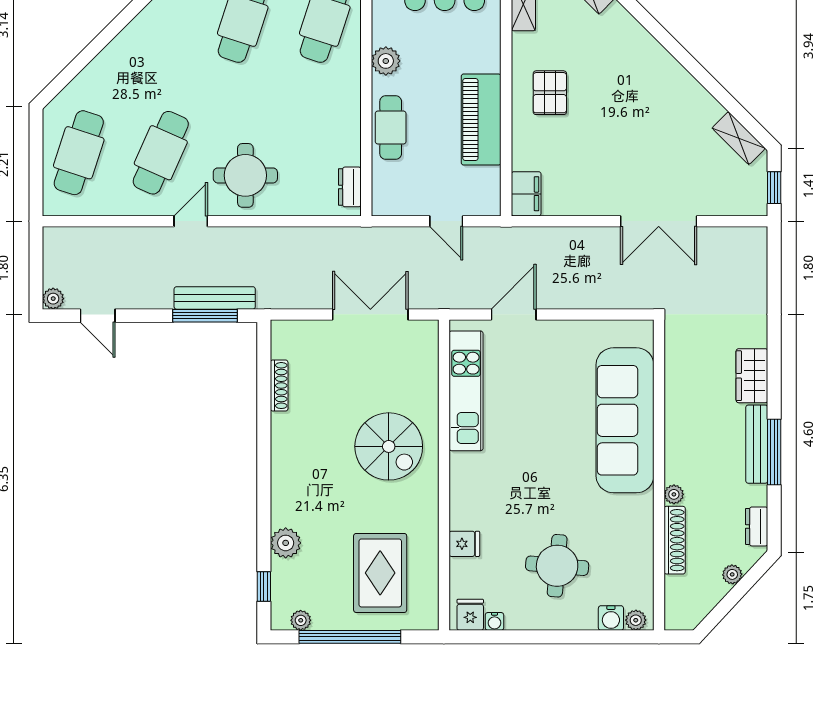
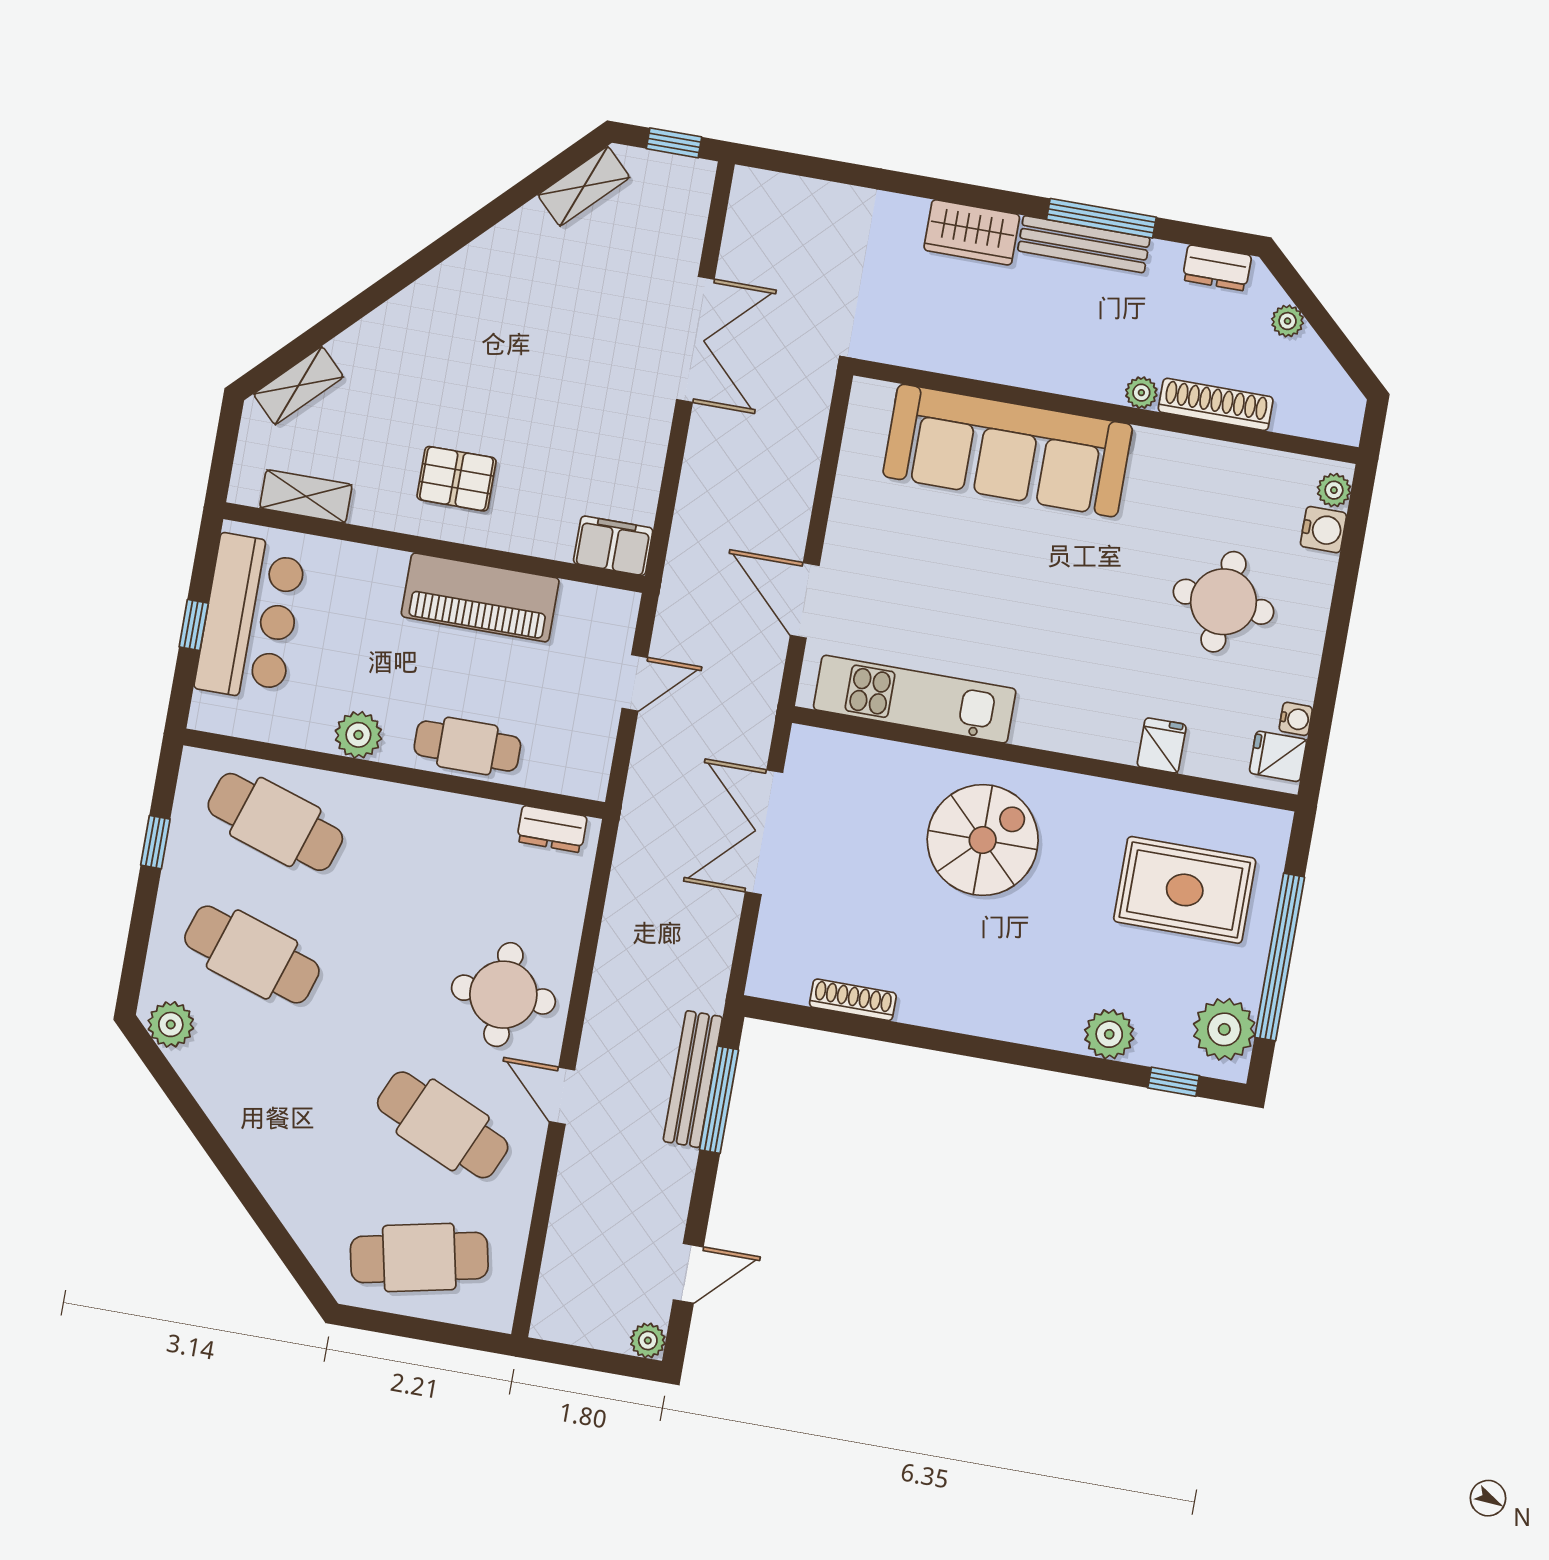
cafe table: (79, 153) -> (419, 1258), turned -30
plant: (301, 620) -> (1224, 1029), width x1.88, depth x1.88

